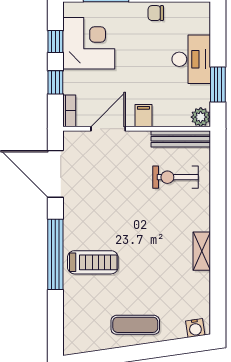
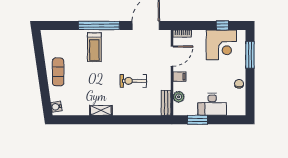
window: (55, 82) -> (199, 26), removed
plant: (201, 117) -> (179, 97), moved
door: (108, 129) -> (172, 56), hinge flipped
bench: (181, 139) -> (166, 103), width x0.73
exercise bike: (176, 177) -> (133, 81), moved, turned -90

